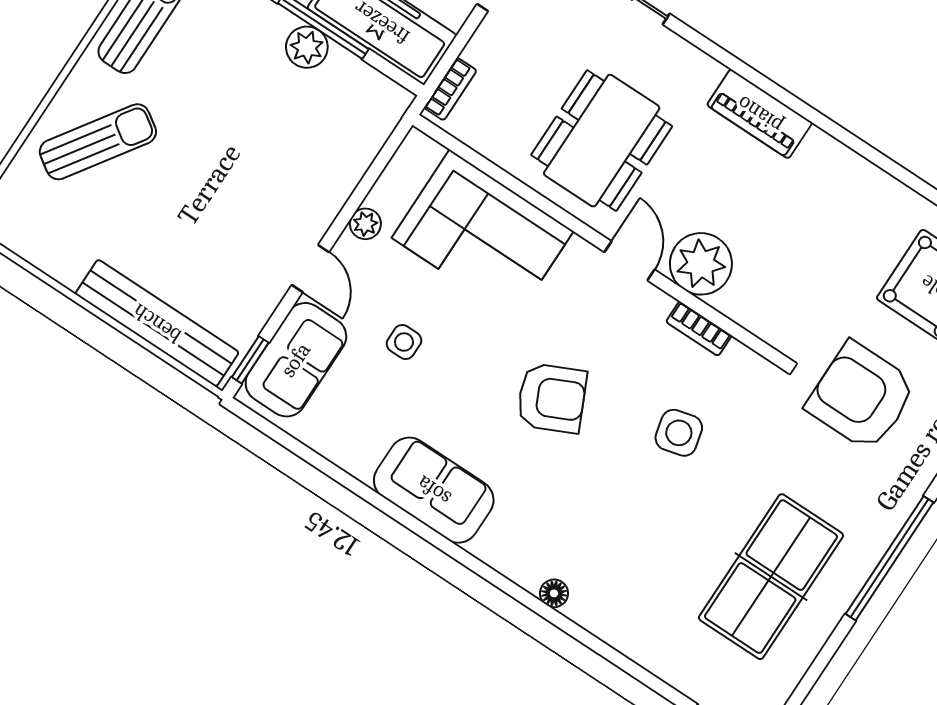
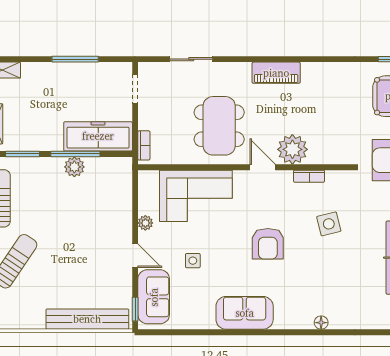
armchair: (552, 398) -> (268, 244), turned 115

